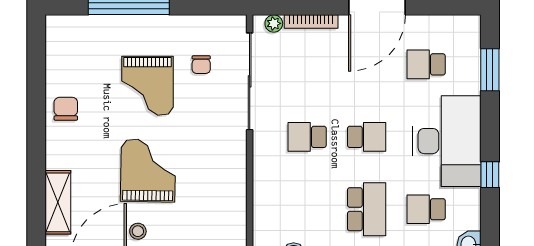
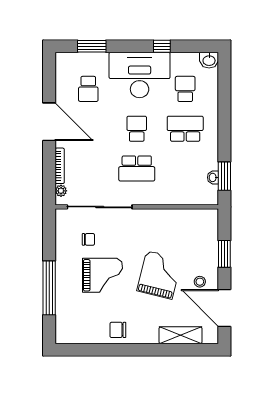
school desk: (307, 137) -> (137, 169), width x1.85
grand piano: (148, 170) -> (159, 275), turned 103
school desk: (426, 209) -> (185, 89), turned 180

